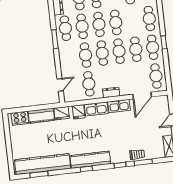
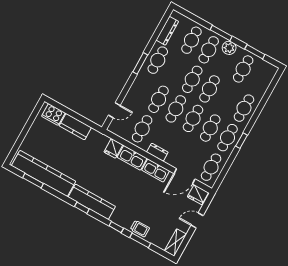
cafe table: (82, 26) -> (175, 70), removed
fridge: (62, 113) -> (198, 195), moved

